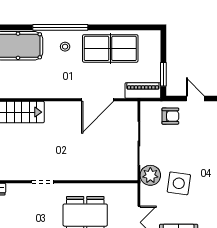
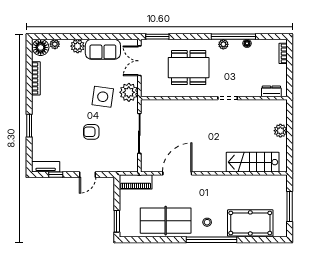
window: (163, 74) -> (117, 221), moved
door: (195, 98) -> (88, 175), hinge flipped
armchair: (170, 116) -> (91, 132), moved
plant: (150, 175) -> (129, 92), moved

